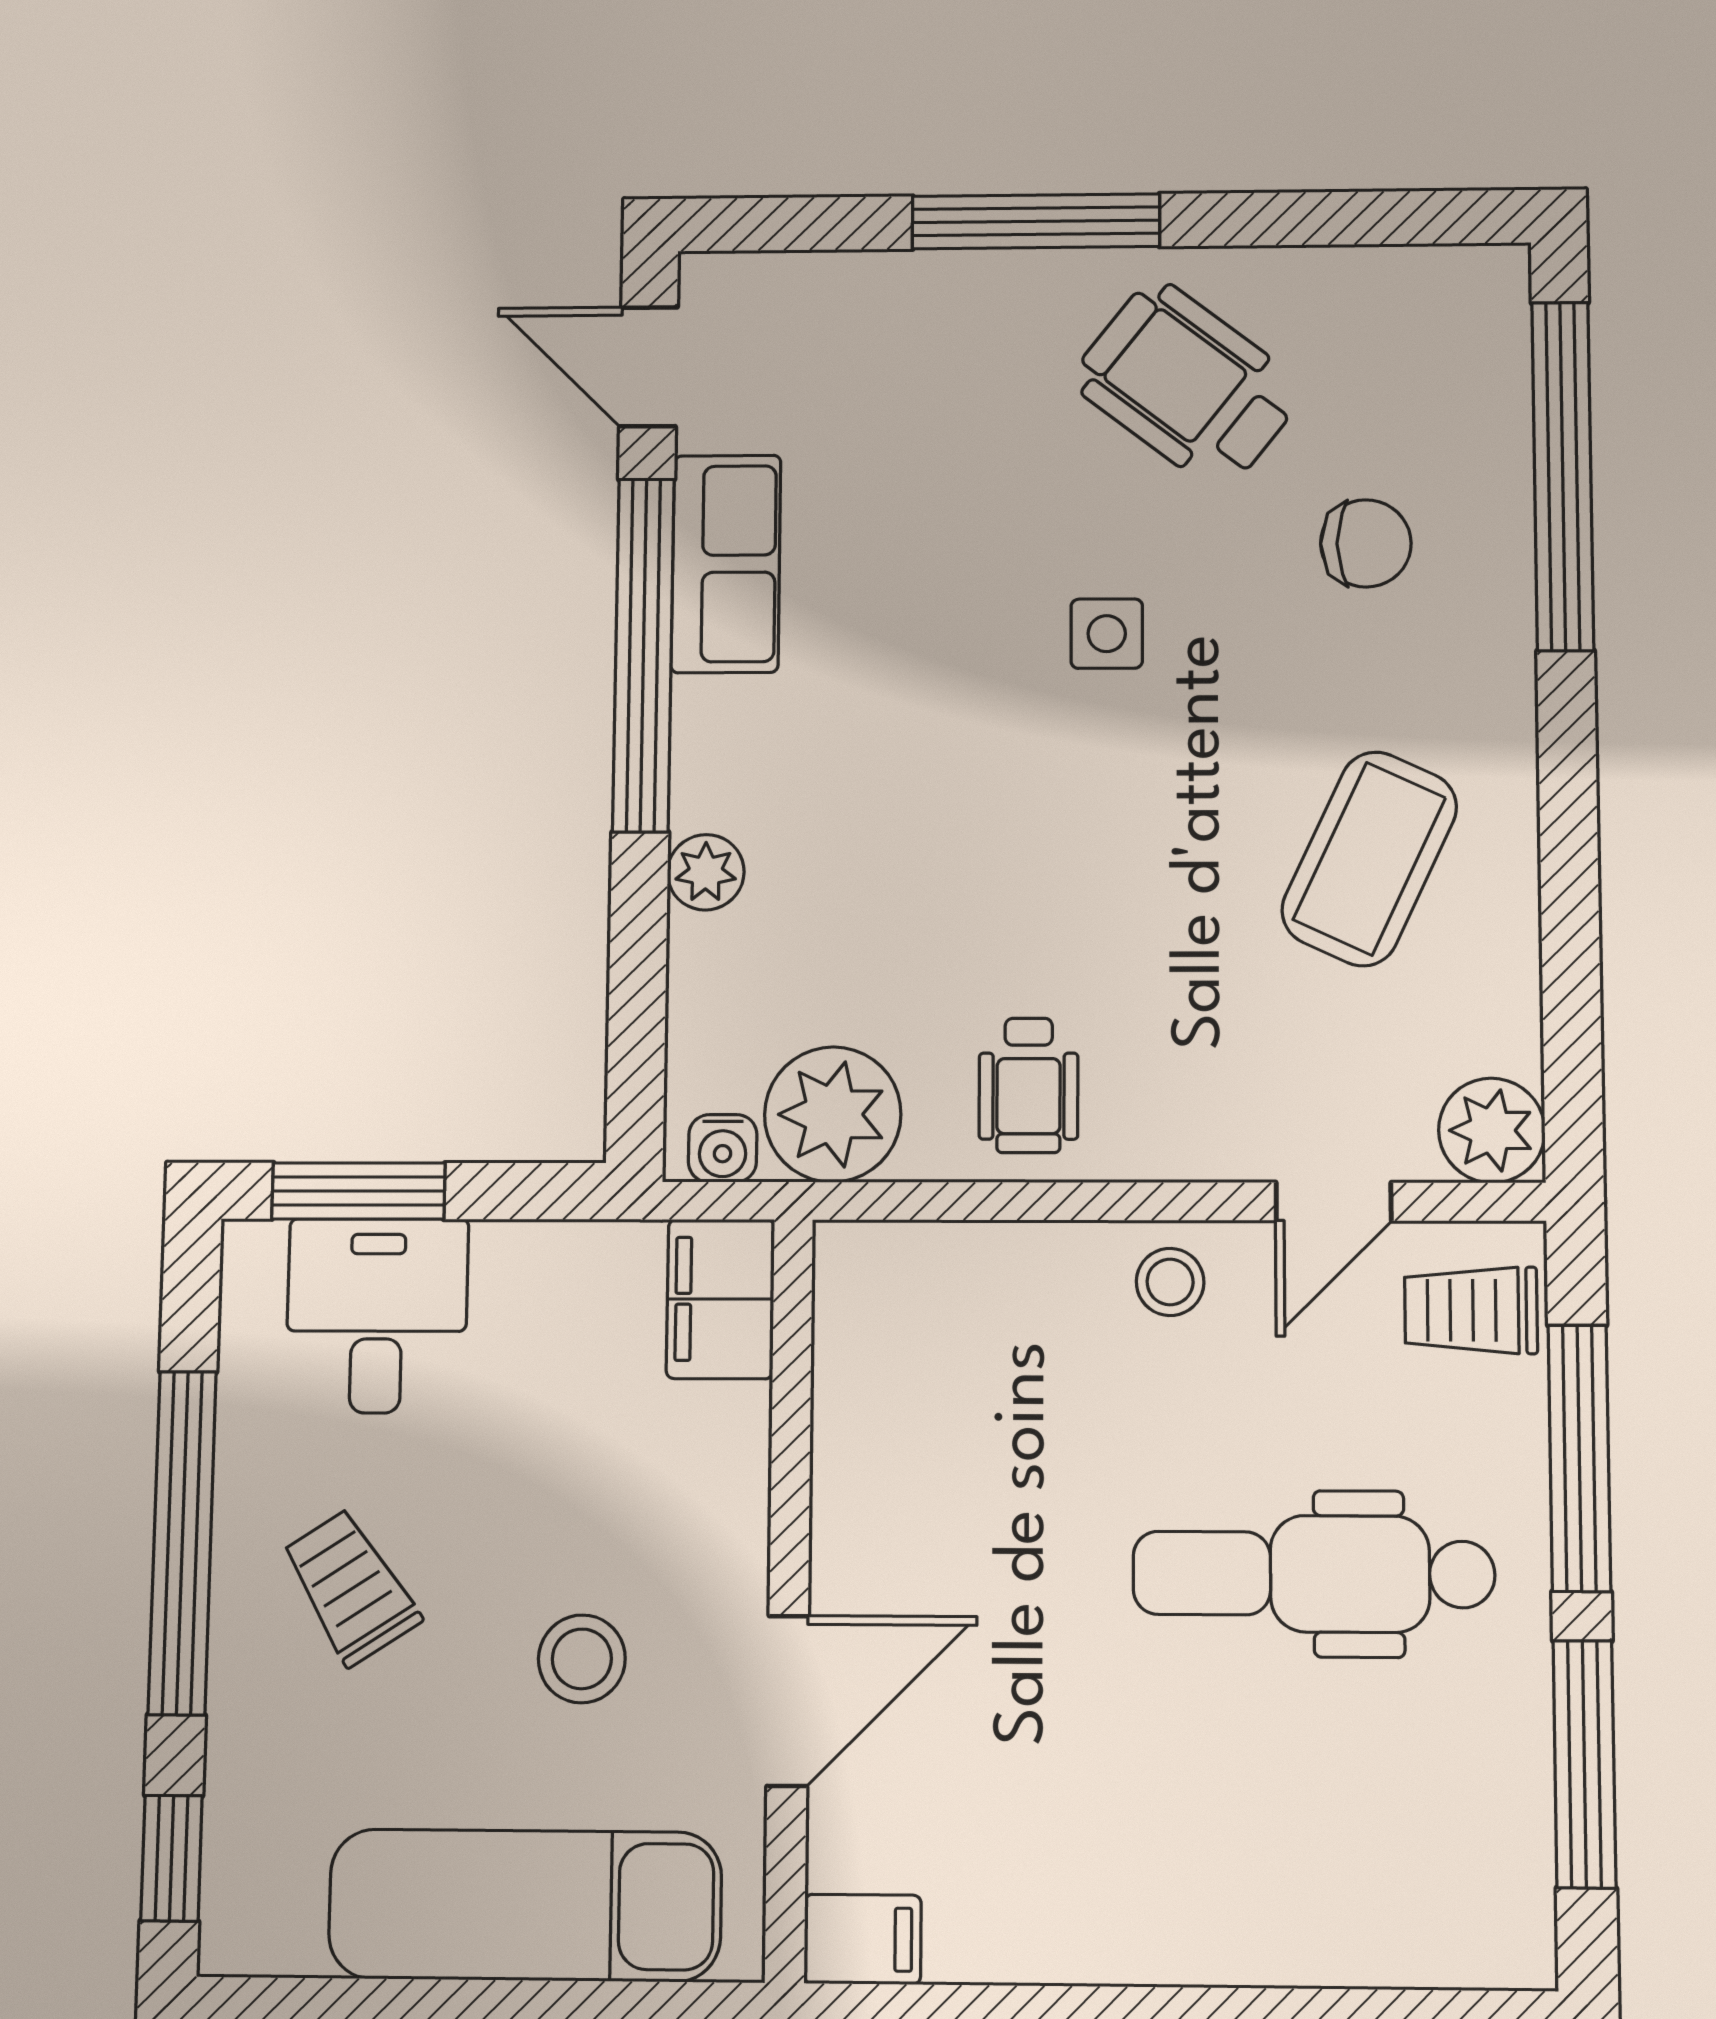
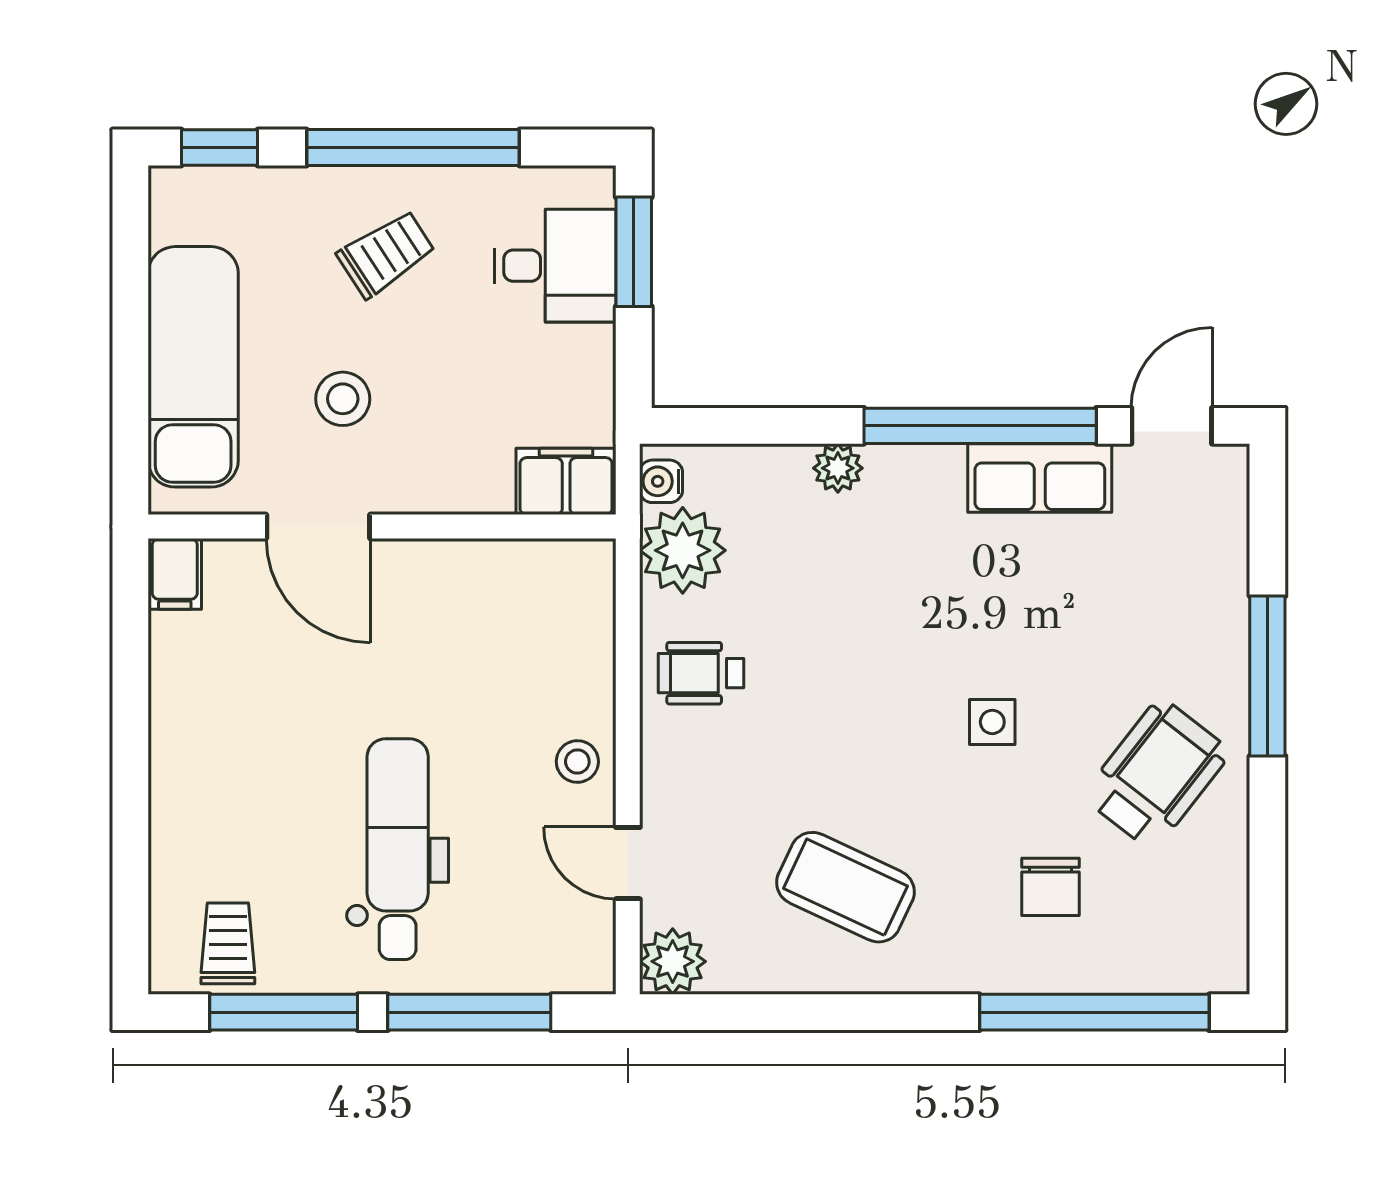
trolley: (1471, 1310) -> (228, 943), moved

